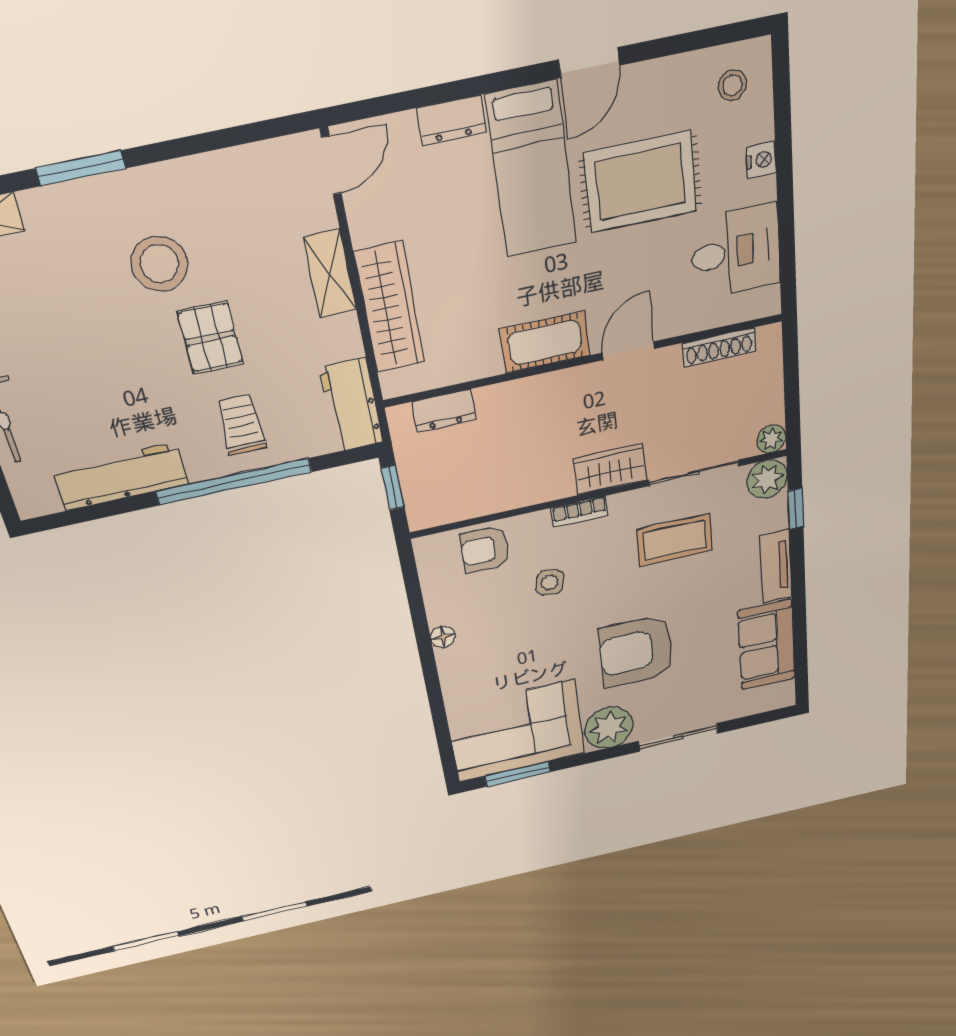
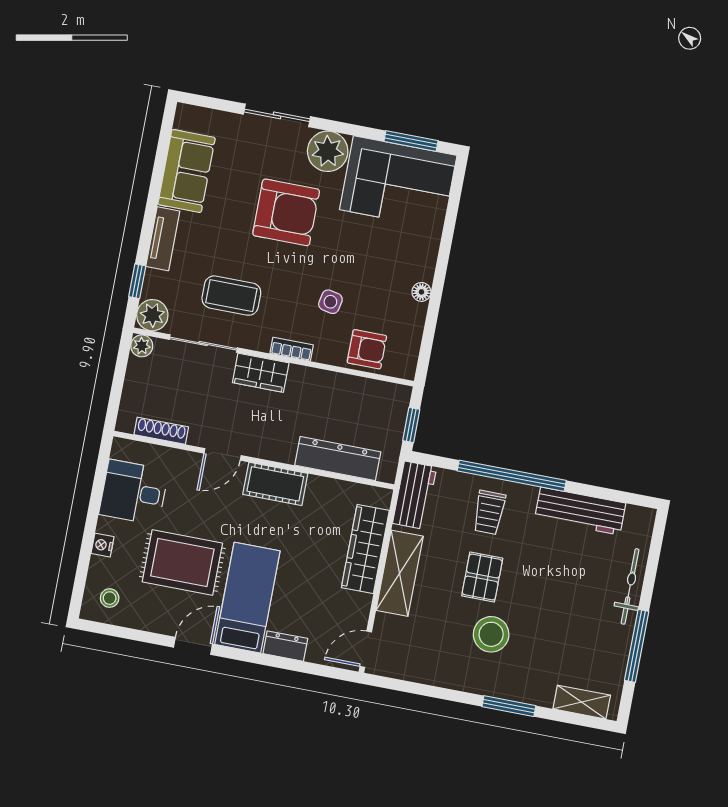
shelving: (330, 273) -> (400, 573), width x1.50, depth x1.33
dresser: (444, 411) -> (338, 459), width x1.96, depth x1.24

